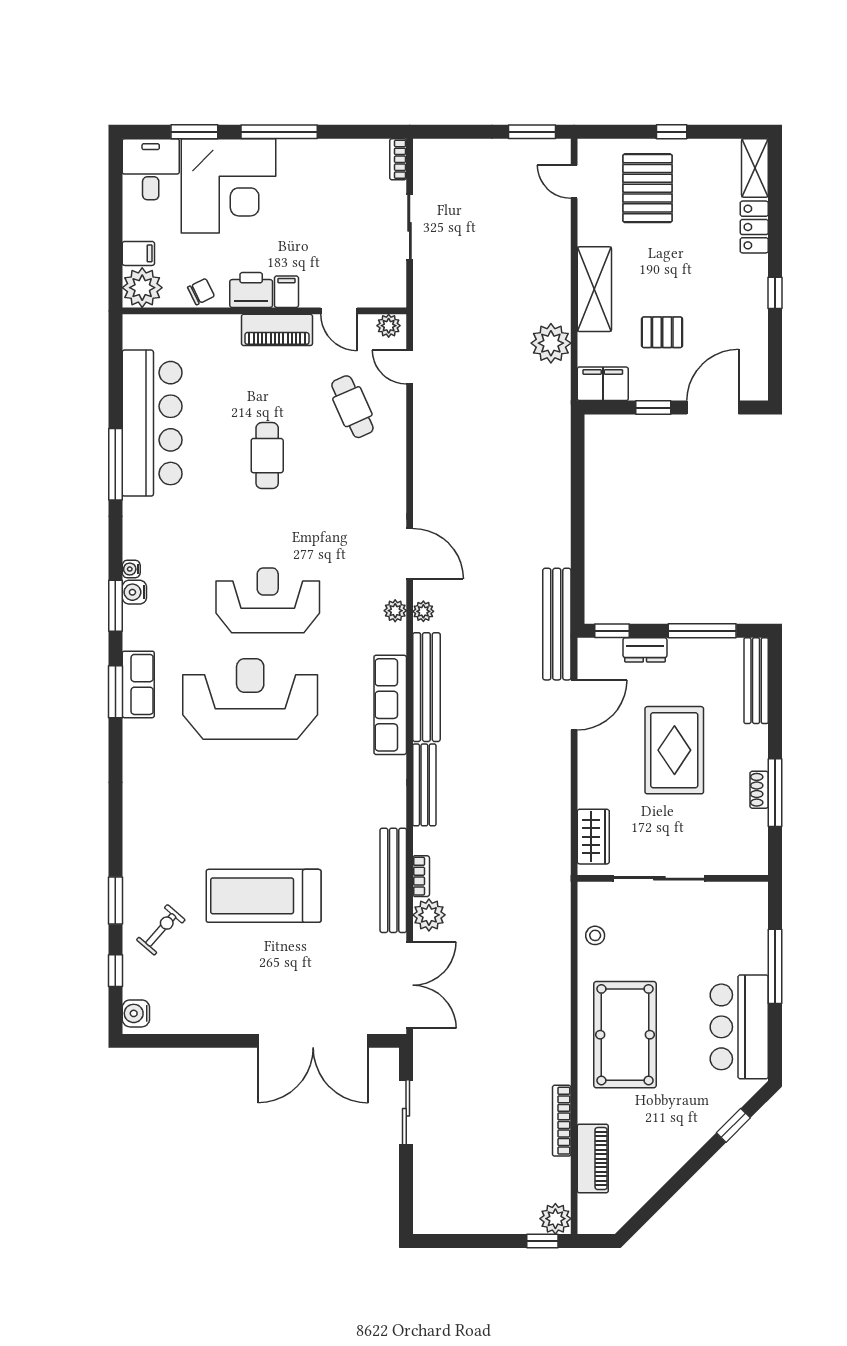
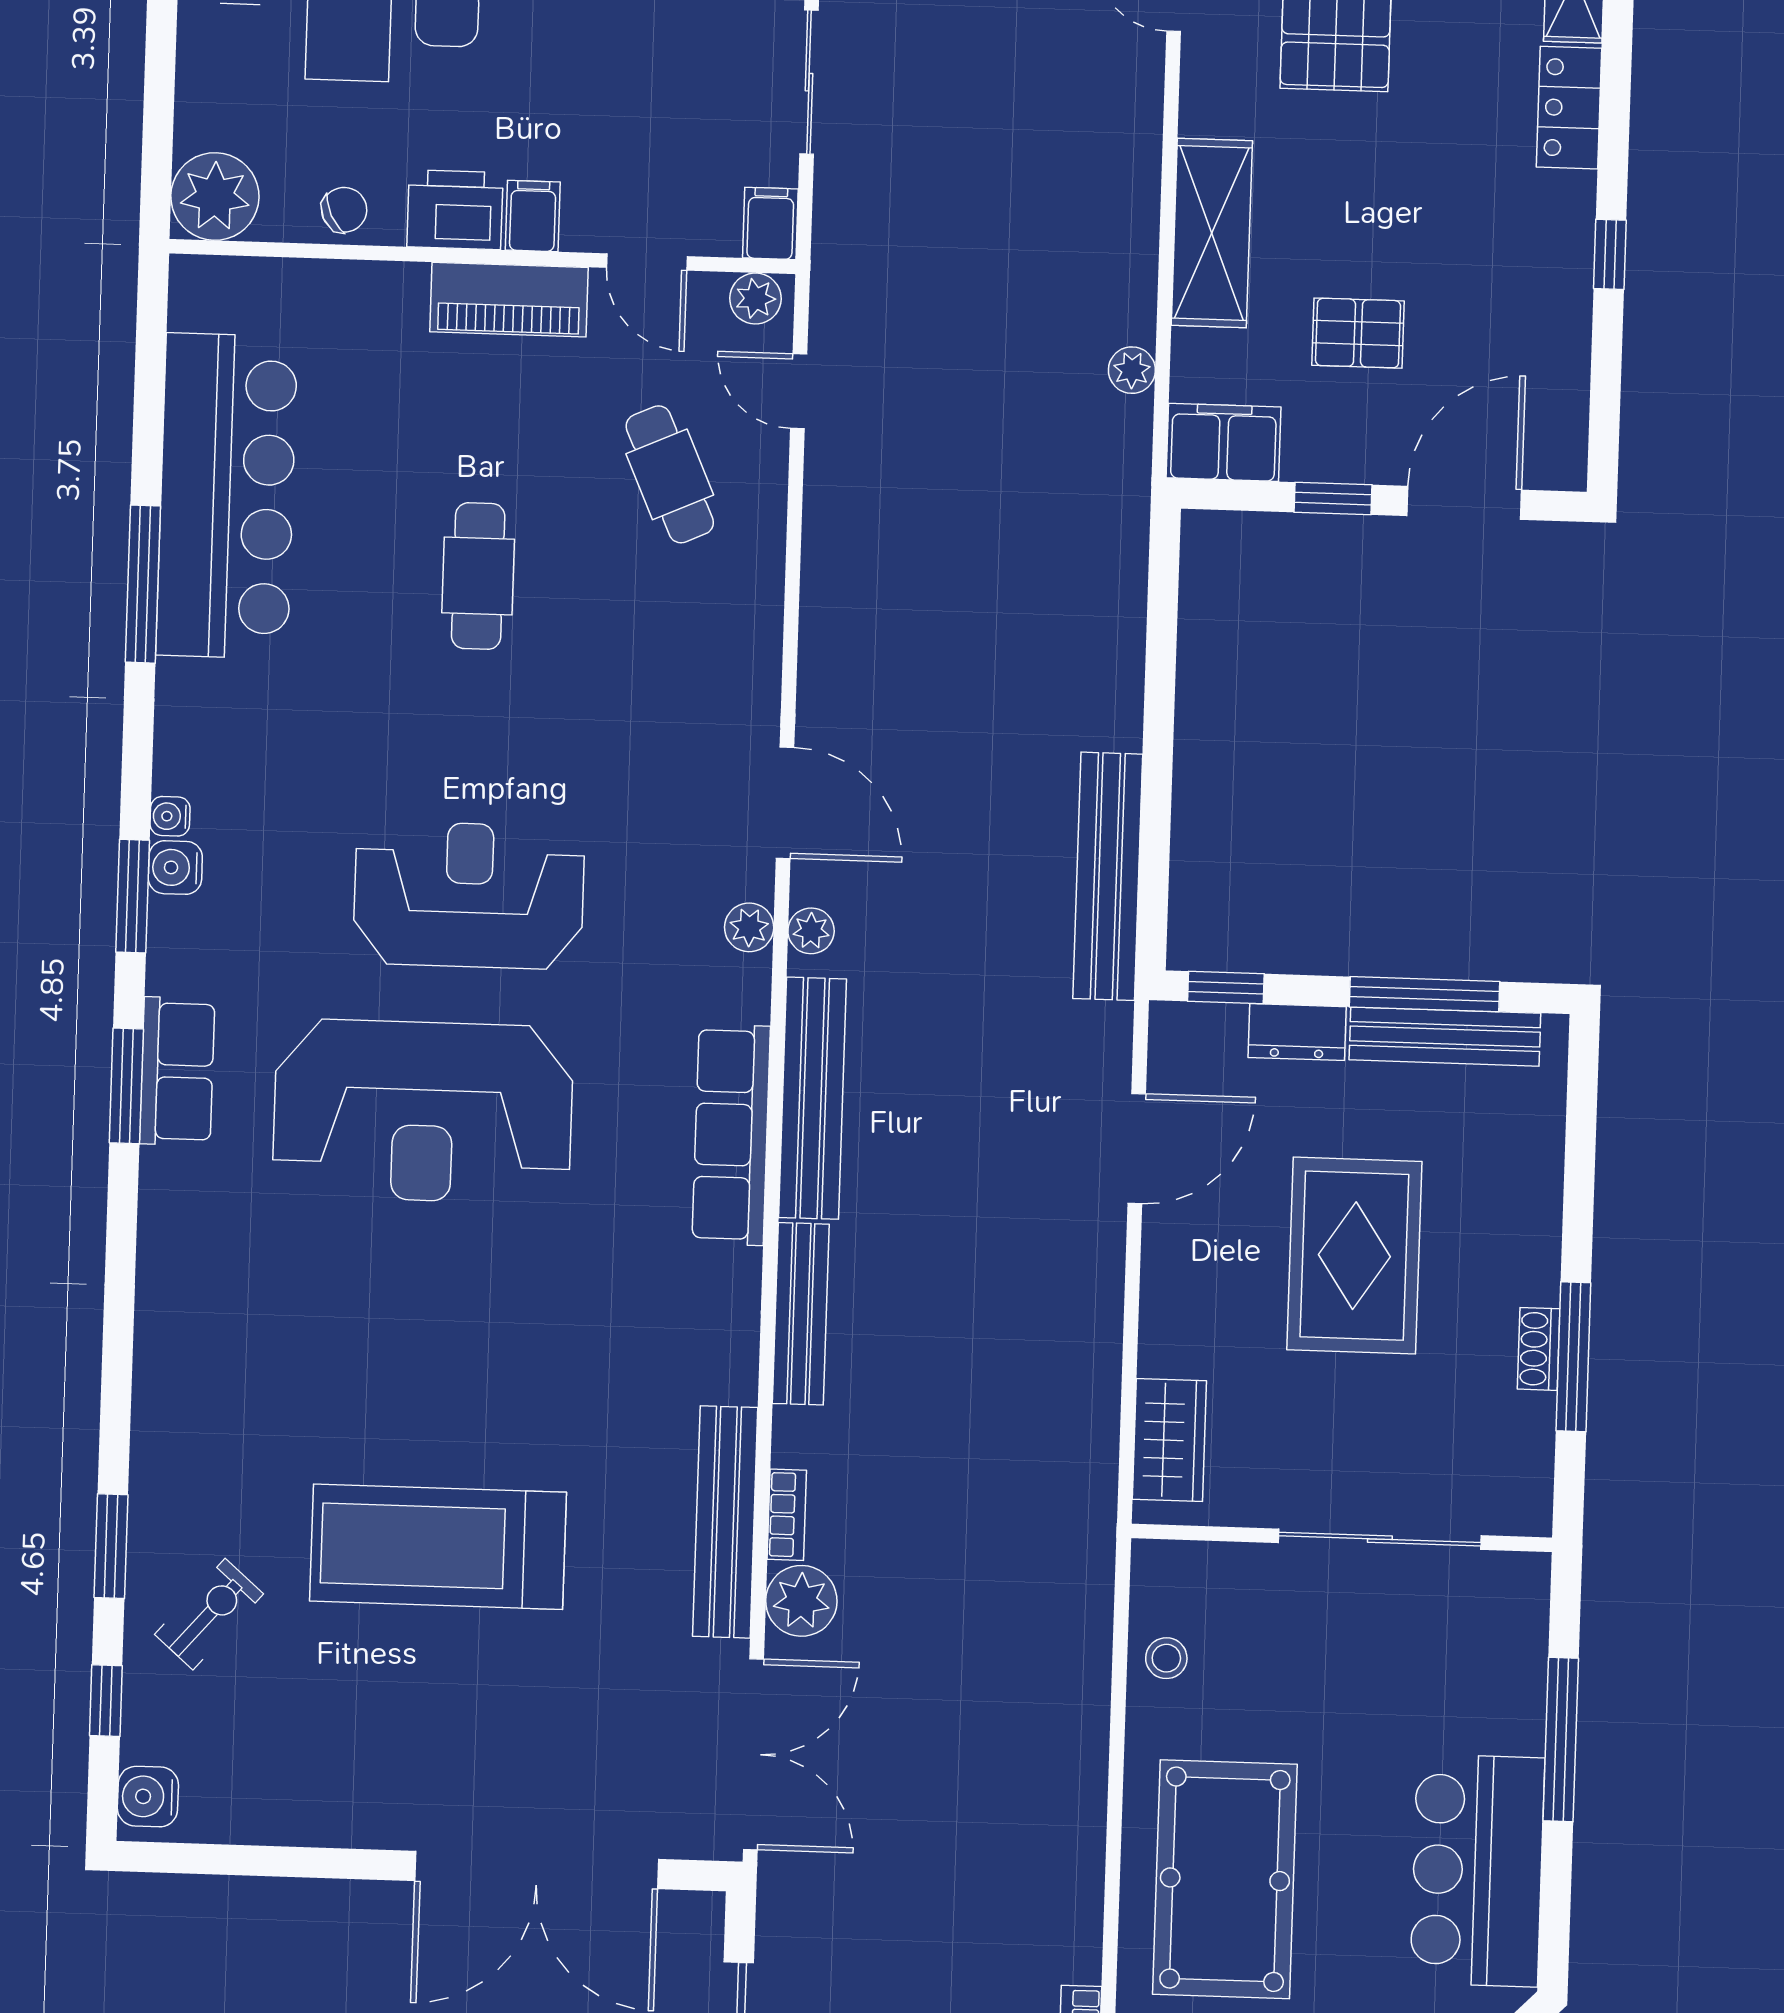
filing cabinet: (138, 253) -> (770, 223), moved, turned -90
plant: (551, 343) -> (1132, 370), width x0.53, depth x0.53
bench: (557, 624) -> (1108, 876), moved
bench: (756, 681) -> (1445, 1037), moved, turned 90
reception desk: (250, 699) -> (423, 1111), turned 180
sliding door: (659, 878) -> (1380, 1539), moved

